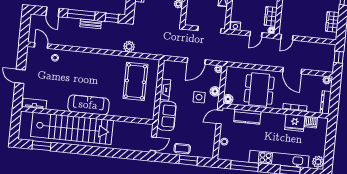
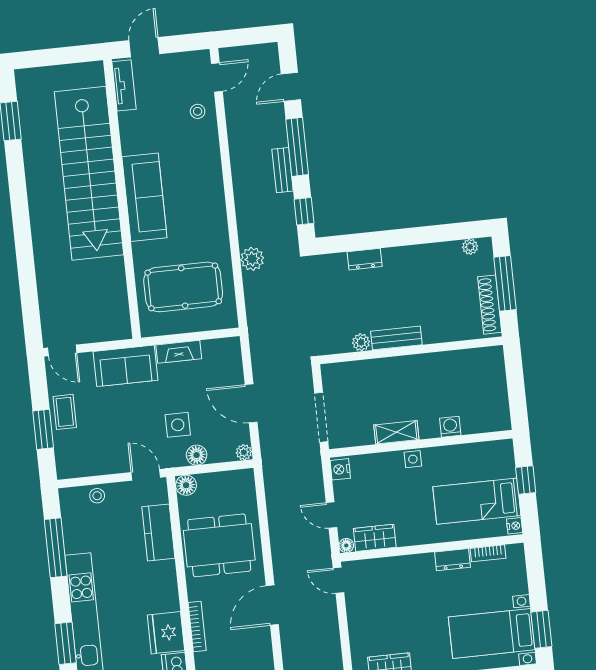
tv unit: (34, 104) -> (124, 85), moved
sofa: (88, 105) -> (144, 197), moved
wall: (87, 116) -> (122, 199), moved
stairs: (72, 128) -> (89, 173), moved

